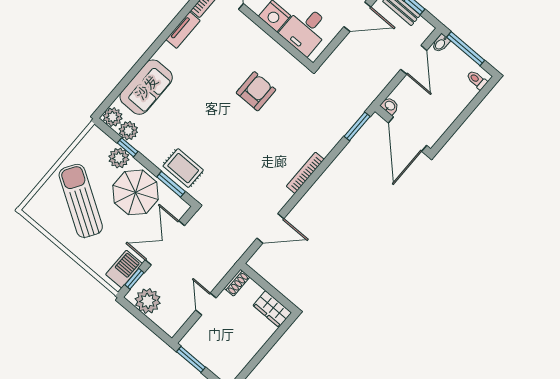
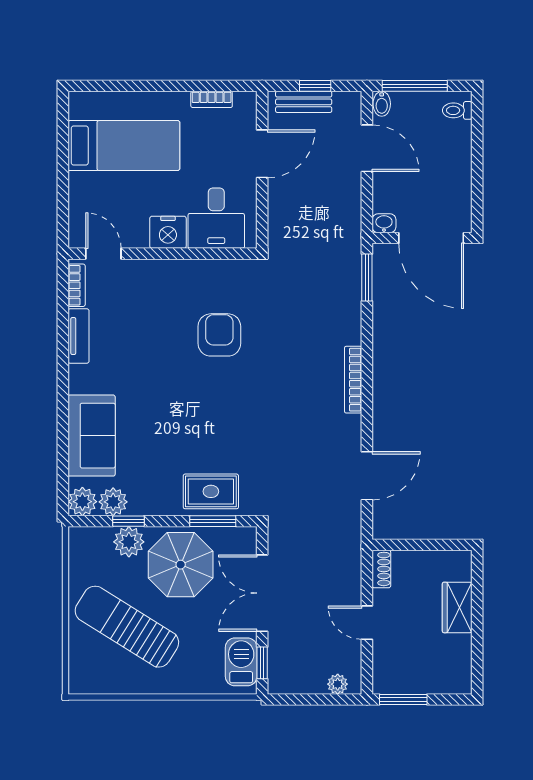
plant: (148, 301) -> (338, 684), moved, width x0.53, depth x0.53
wardrobe: (272, 309) -> (457, 607), moved, turned 90

